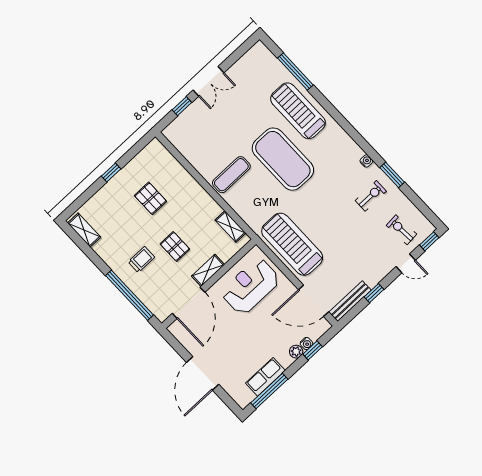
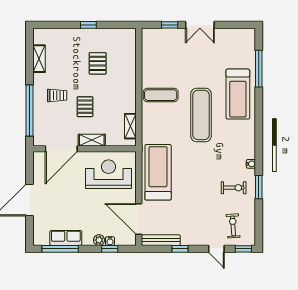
treadmill: (298, 111) -> (238, 94), turned 180
exercise mat: (283, 159) -> (201, 115), width x0.68
shelving: (84, 230) -> (39, 59), moved

